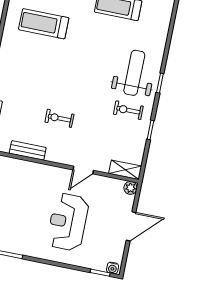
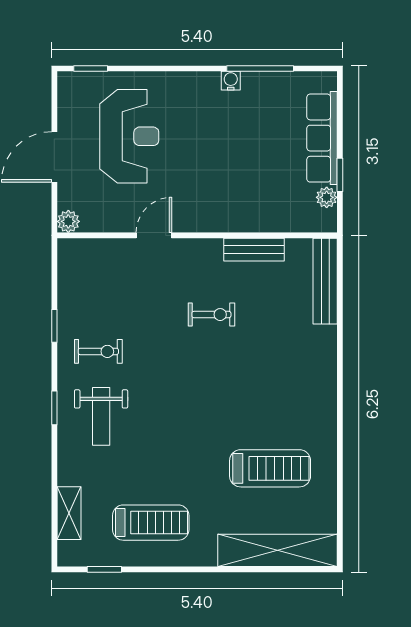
weight bench: (134, 73) -> (101, 416), width x0.73, depth x0.75
shelving: (125, 170) -> (69, 513), moved, turned 90
reception desk: (68, 222) -> (129, 136), moved
water cooler: (113, 268) -> (231, 81), moved

